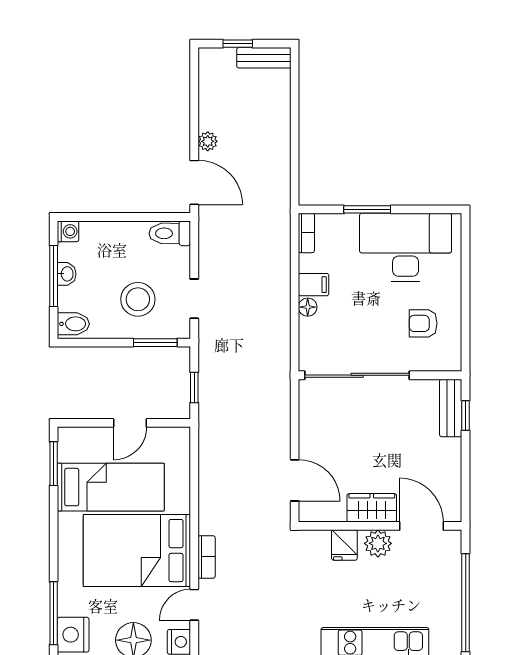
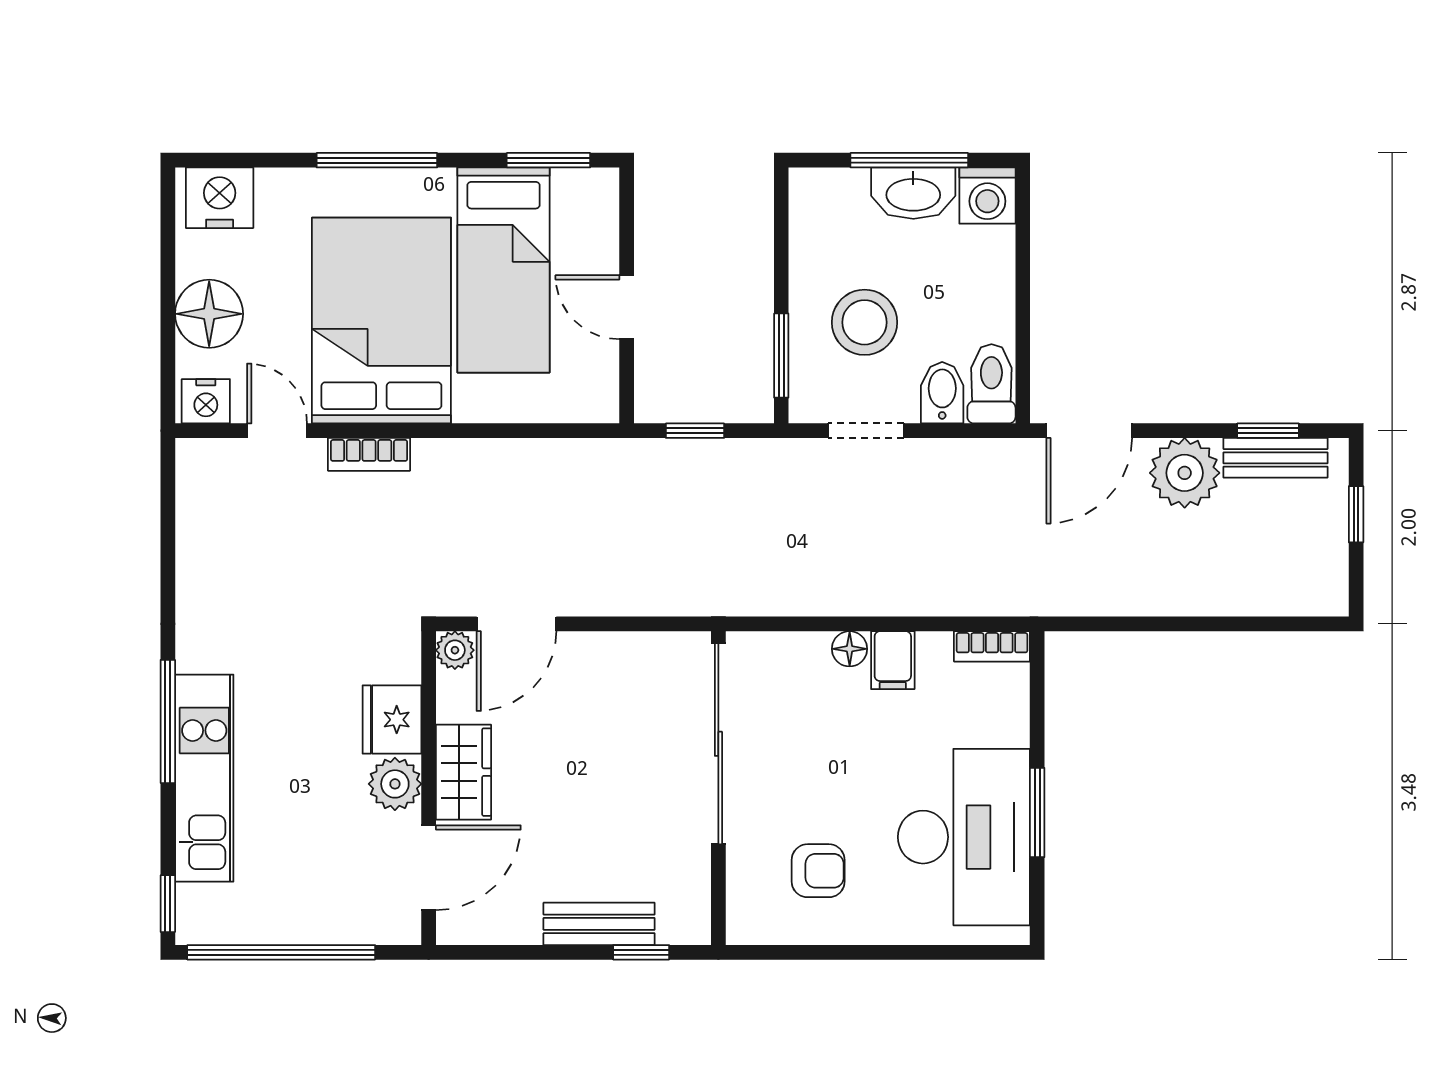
bench: (264, 58) -> (1275, 458), moved, turned 90
window: (194, 89) -> (1268, 431), added
plant: (208, 141) -> (1185, 473), width x1.87, depth x1.87
window: (367, 209) -> (1037, 812), moved
washing machine: (68, 231) -> (987, 196), width x1.38, depth x1.38
washbasin: (67, 274) -> (913, 193), width x1.91, depth x1.45
armchair: (423, 323) -> (818, 871), turned 90
bidet: (73, 324) -> (942, 393), moved, turned 180
bench: (451, 408) -> (599, 924), moved
plant: (308, 512) -> (455, 650), added
fridge: (344, 545) -> (392, 720), width x1.38
window: (54, 613) -> (377, 160), moved

